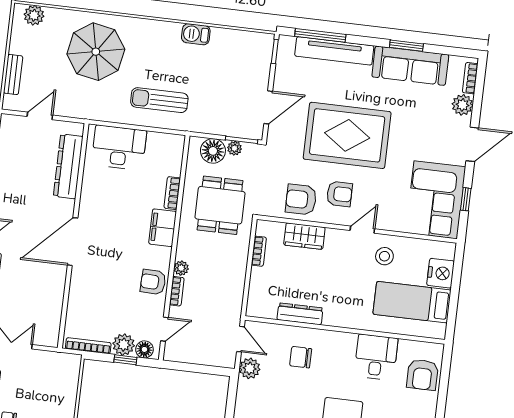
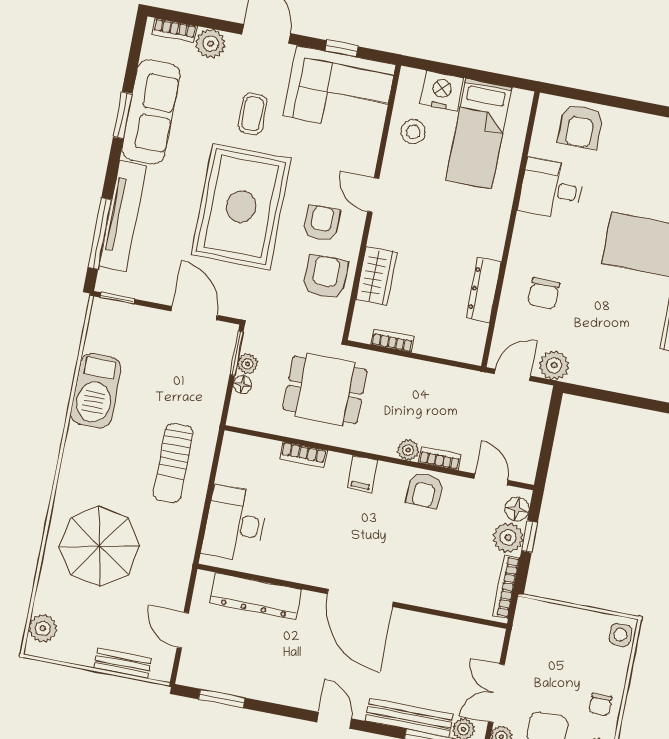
barbecue: (196, 34) -> (96, 391), width x1.88, depth x1.53
coffee table: (414, 139) -> (253, 114), added
floor lamp: (213, 151) -> (243, 385), width x0.53, depth x0.53
armchair: (301, 200) -> (325, 277), turned 180
filing cabinet: (163, 228) -> (362, 474), width x0.50
stool: (384, 256) -> (413, 132), moved
armchair: (422, 375) -> (580, 126), turned 90

